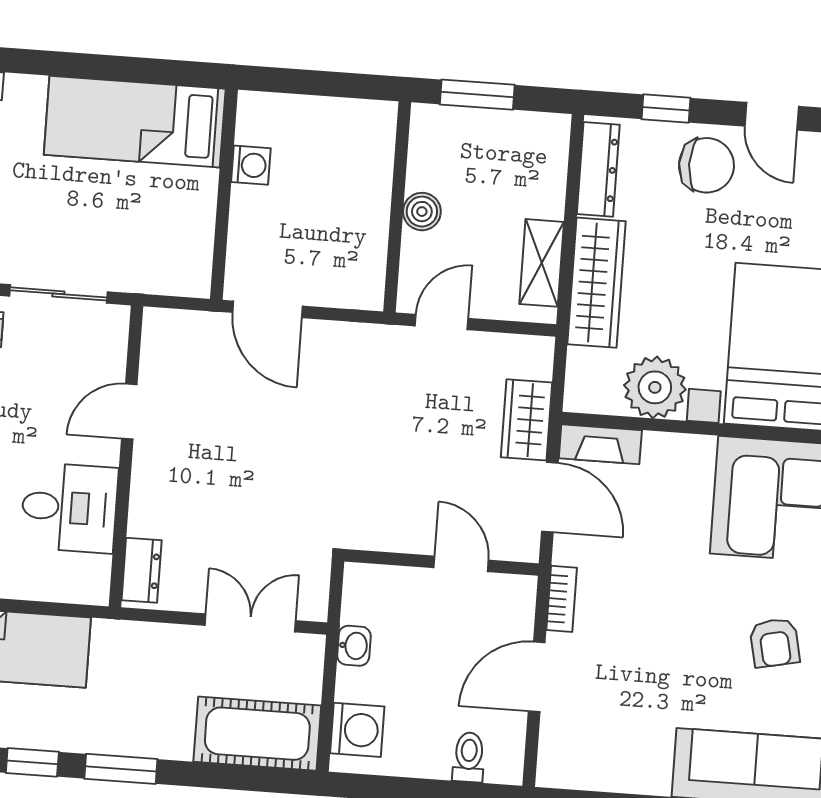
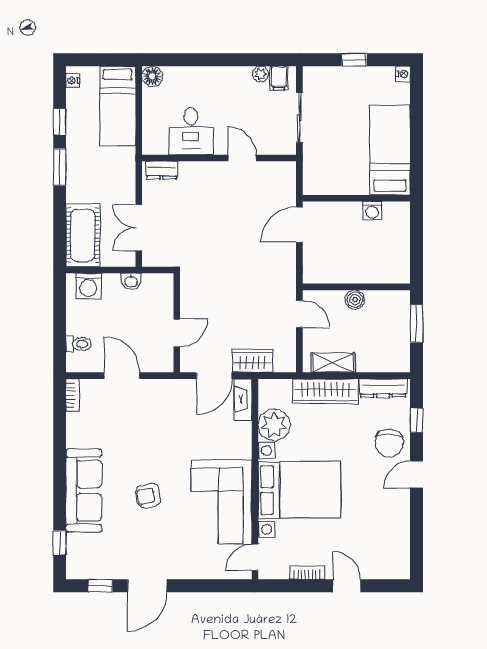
bookcase: (562, 599) -> (73, 395), moved, turned -90
double door: (250, 623) -> (139, 228), swing flipped

